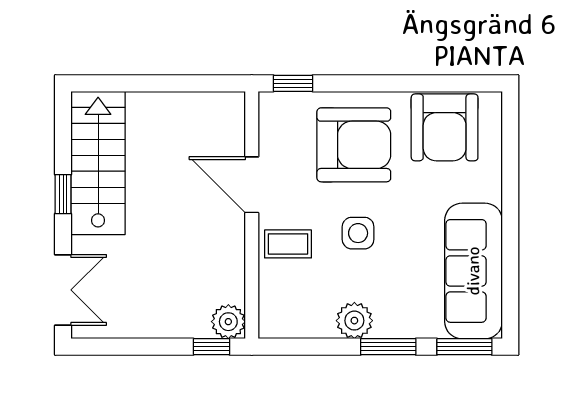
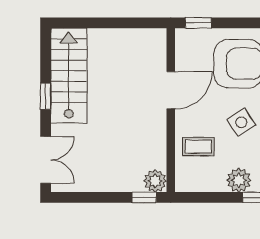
door: (252, 185) -> (171, 90), swing flipped
side table: (358, 233) -> (241, 122), turned -33
coffee table: (288, 244) -> (198, 147), moved

